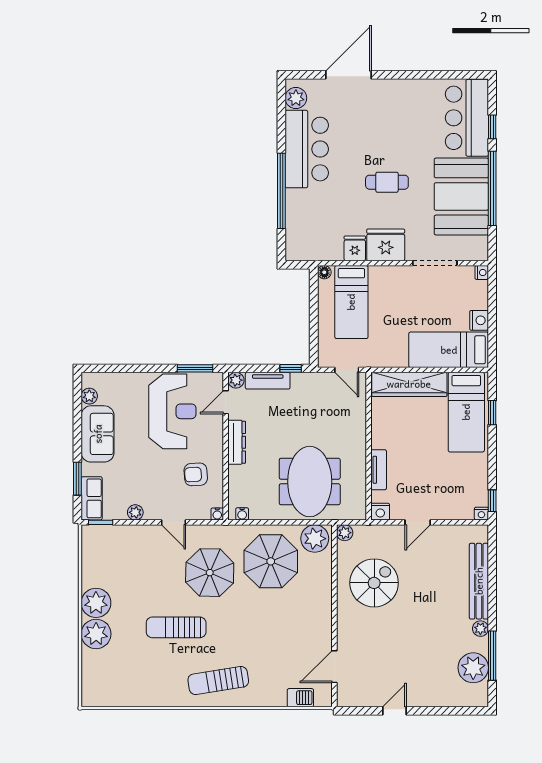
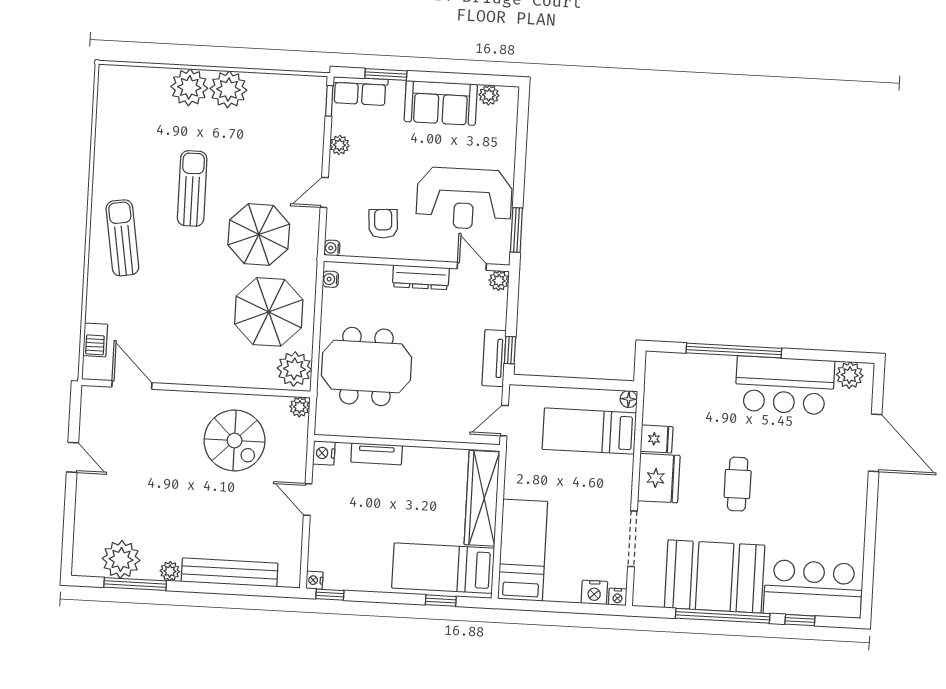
nightstand: (479, 320) -> (594, 592), moved
tv unit: (268, 381) -> (494, 358), moved

